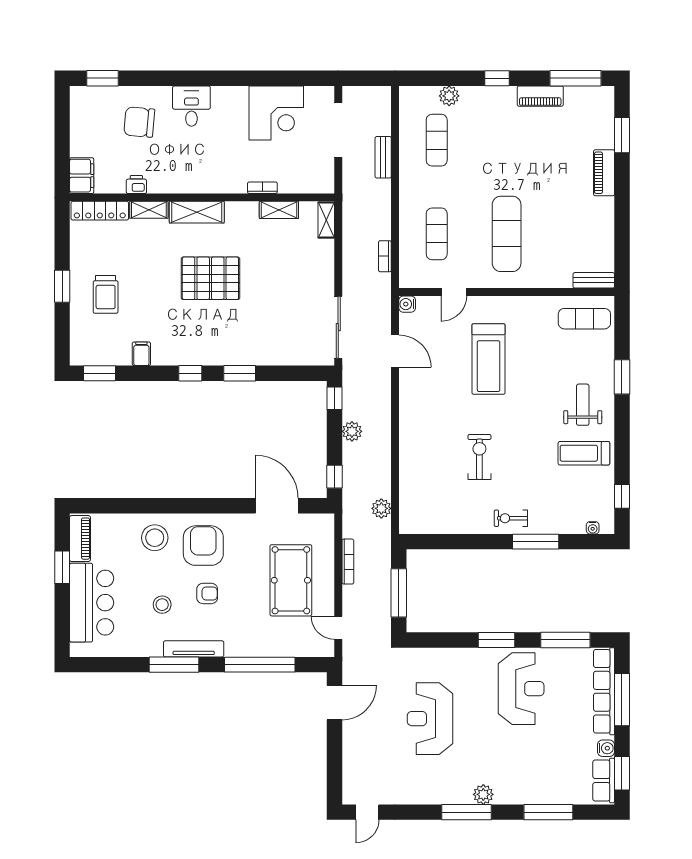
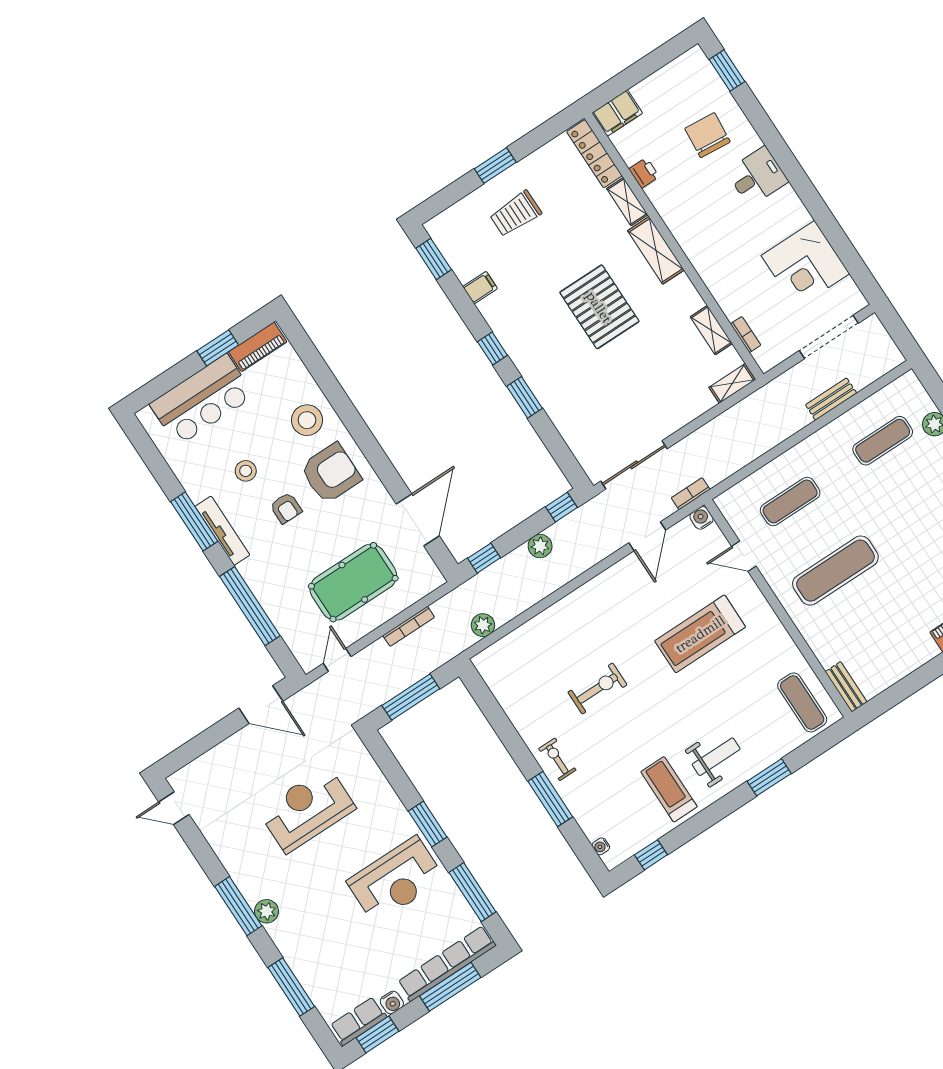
bookcase: (262, 188) -> (746, 334), moved
bookcase: (385, 256) -> (691, 494), moved

